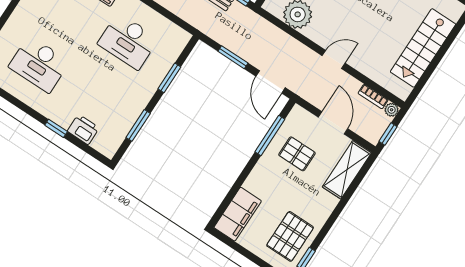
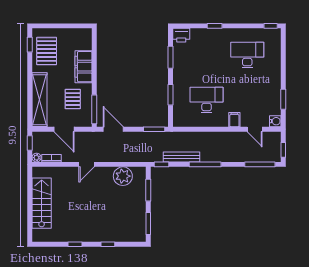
window: (233, 57) -> (154, 129), moved
printer: (83, 129) -> (181, 35), moved
window: (270, 135) -> (94, 109), moved
pallet: (297, 154) -> (73, 99), turned 90
shelving: (347, 170) -> (39, 100), width x1.47
filing cabinet: (238, 214) -> (84, 67), moved

